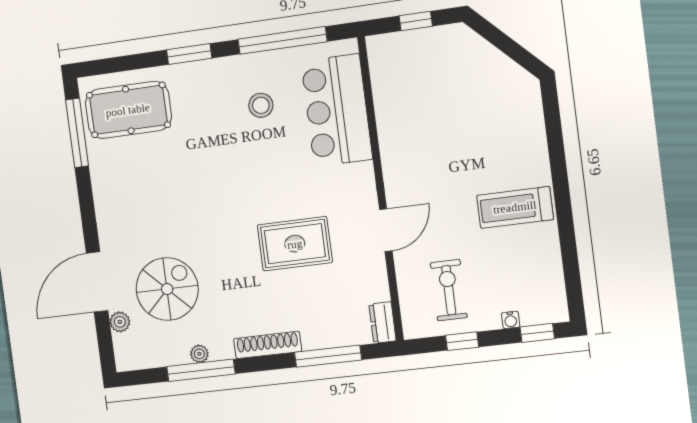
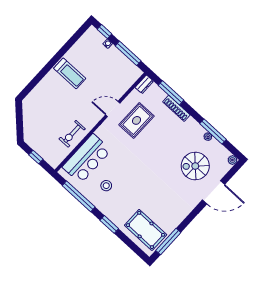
rug: (295, 244) -> (137, 120), moved, turned 90
exercise bike: (449, 290) -> (72, 134), moved
plant: (120, 322) -> (232, 160), moved
window: (462, 341) -> (128, 53), width x2.17
shoe rack: (268, 345) -> (176, 108), moved

